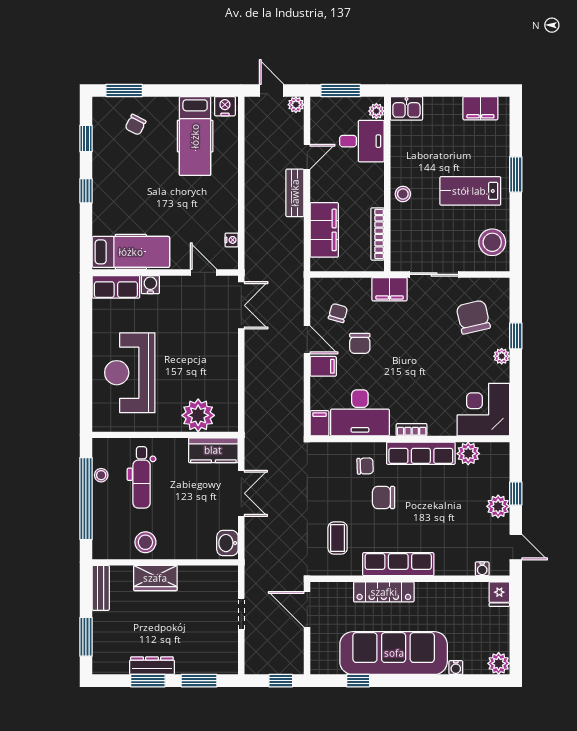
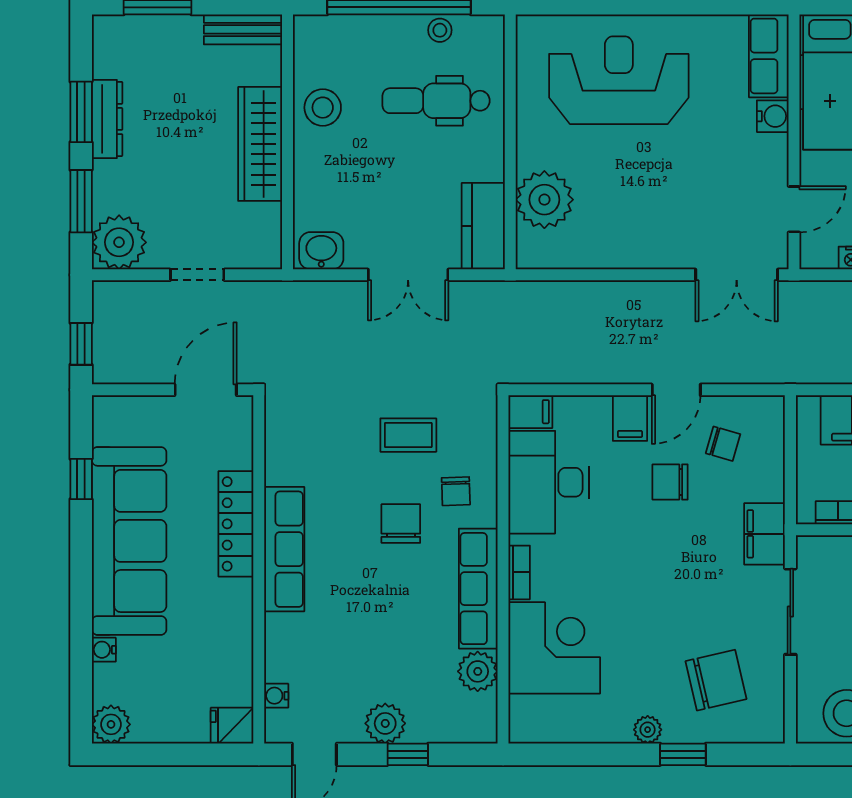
corner desk: (483, 410) -> (554, 648), moved
coffee table: (338, 538) -> (408, 435), moved
wardrobe: (155, 578) -> (260, 144), width x1.50
plant: (223, 659) -> (119, 242), added

